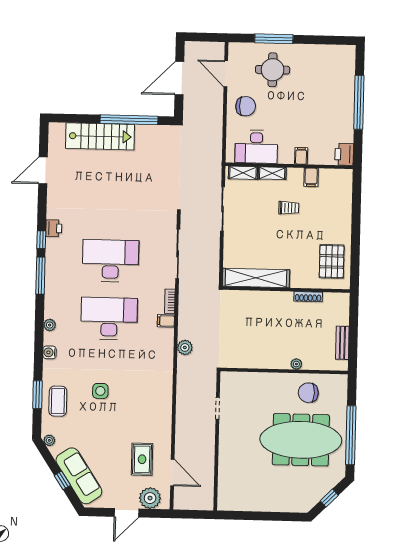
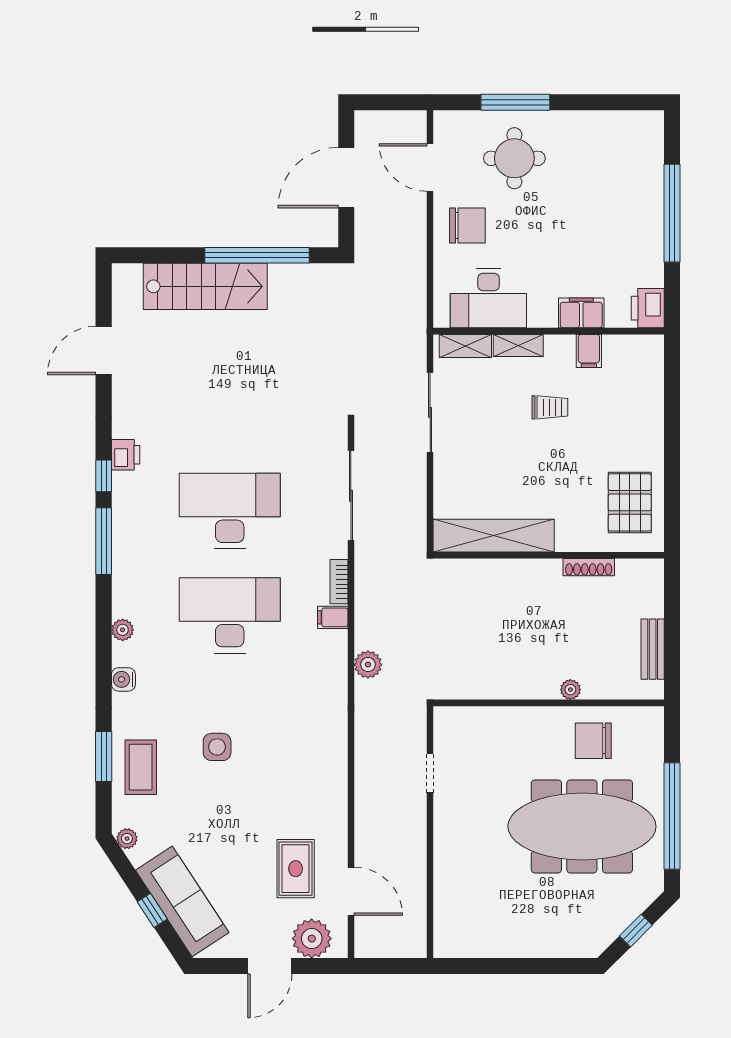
filing cabinet: (301, 156) -> (581, 313), width x2.00

